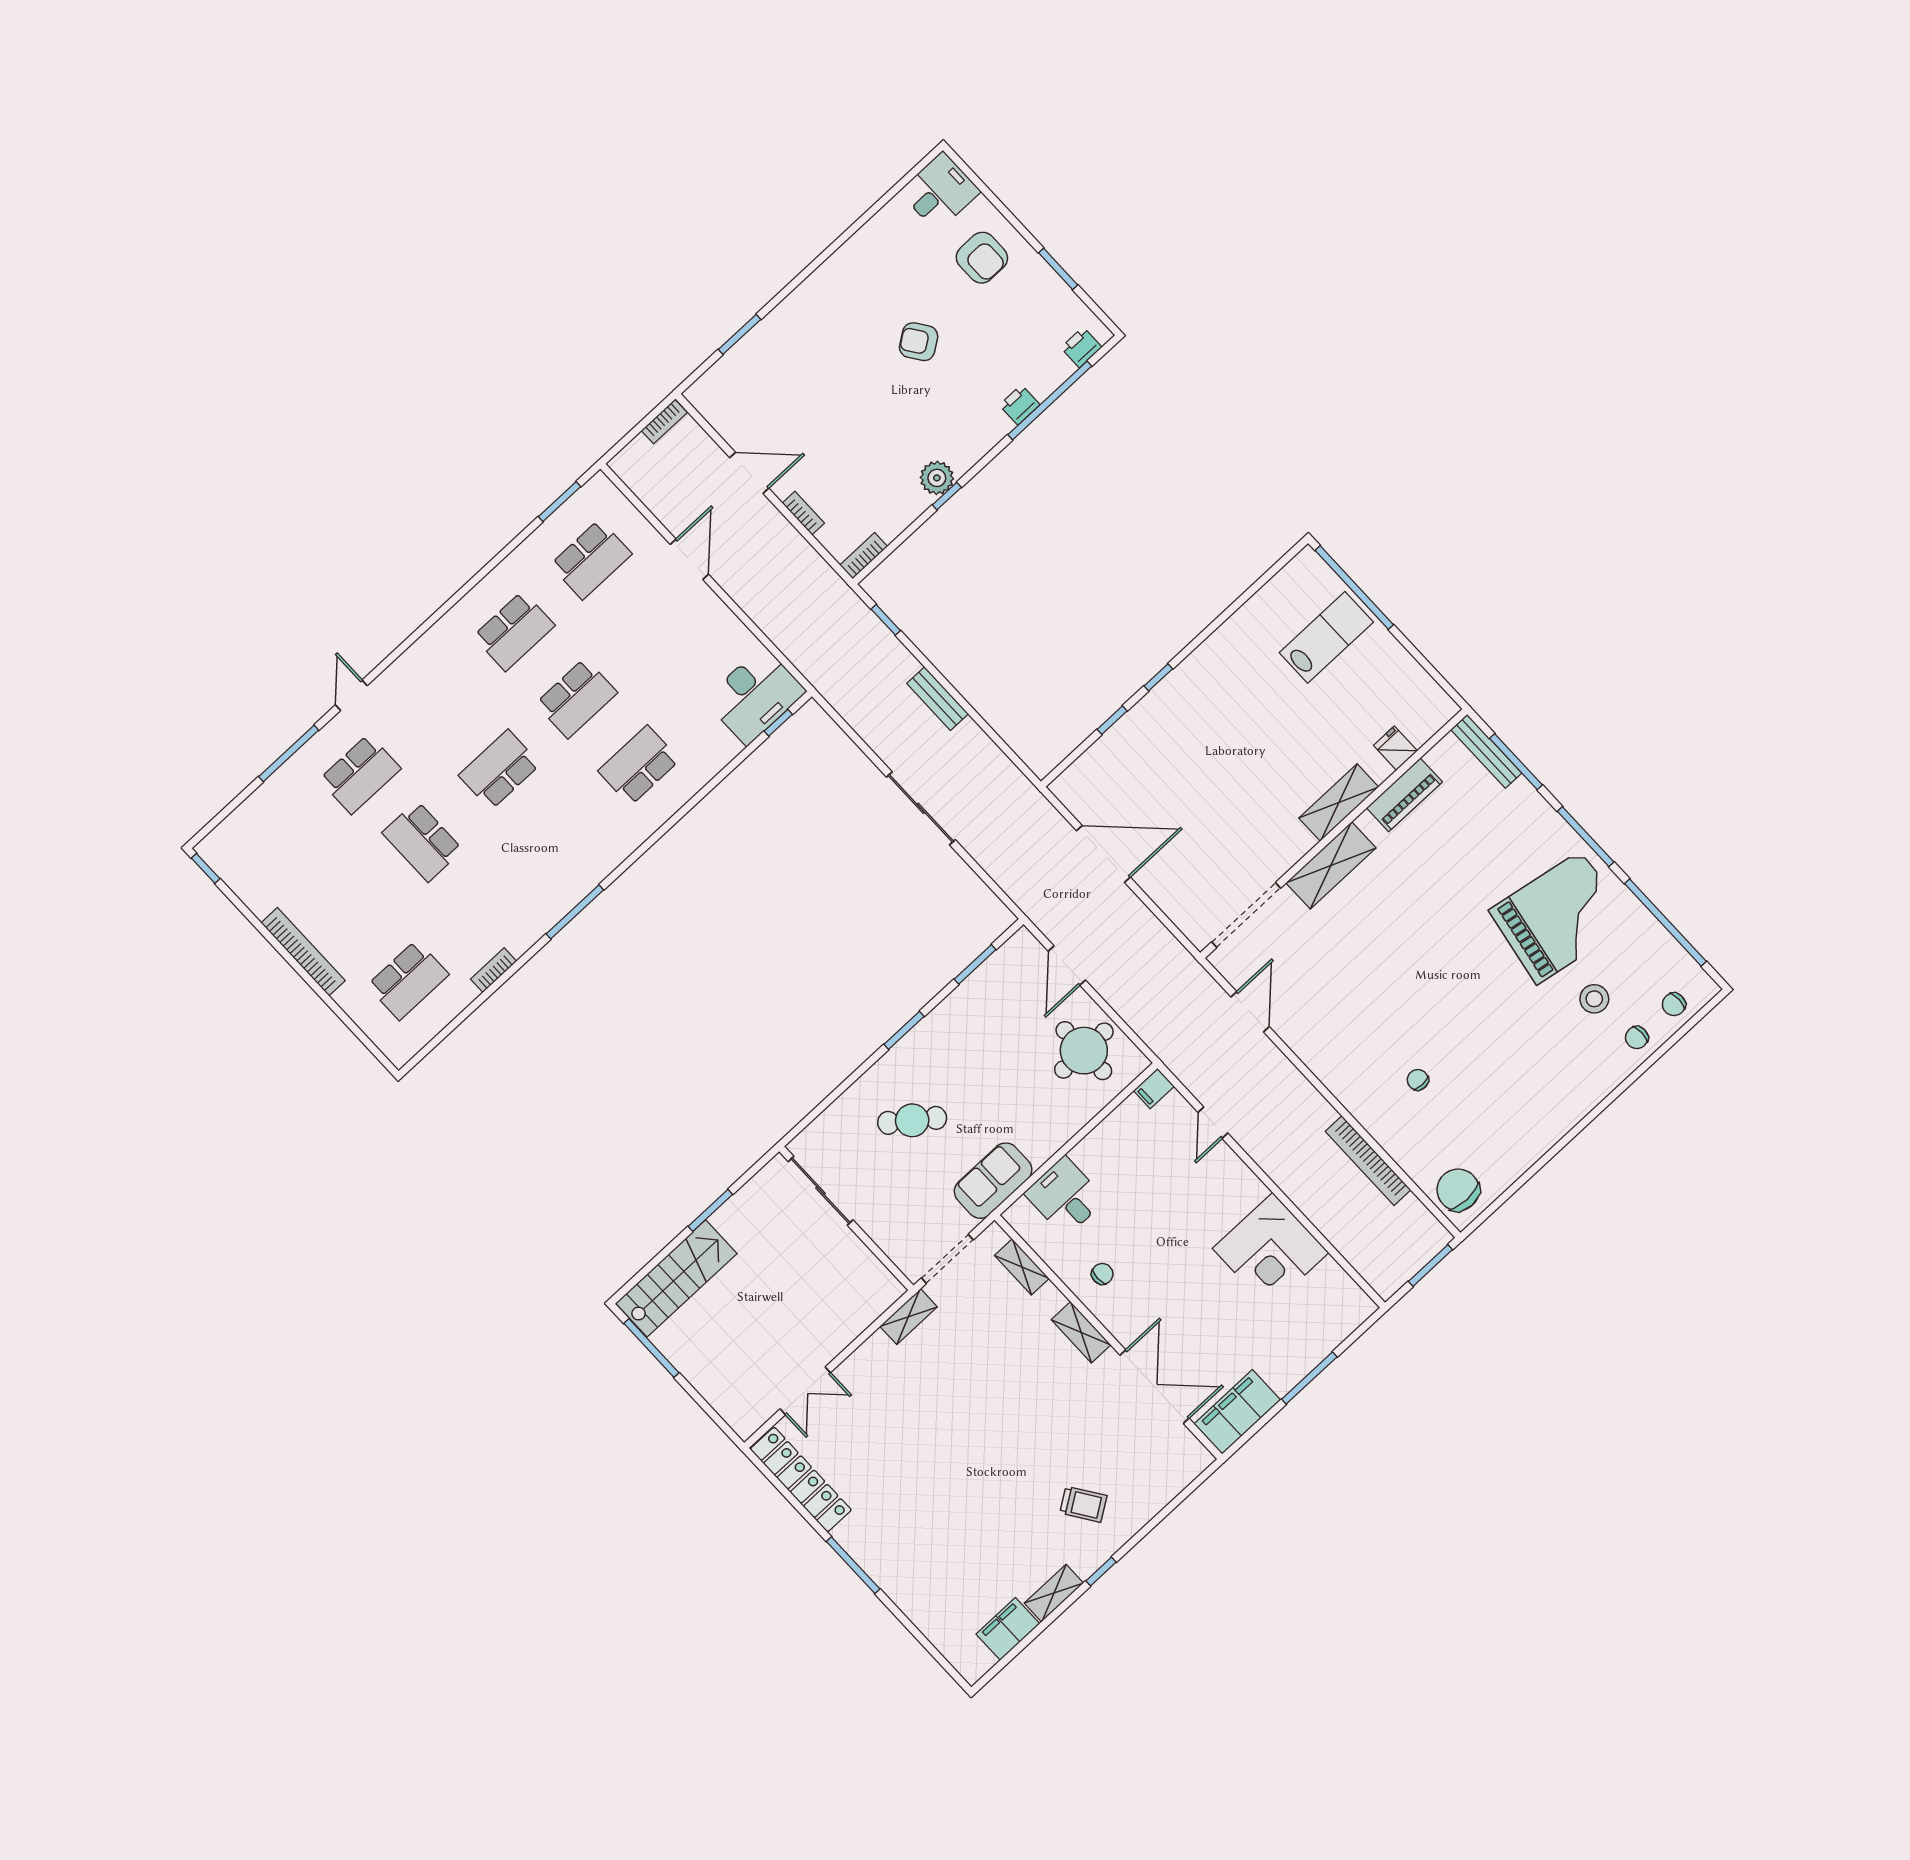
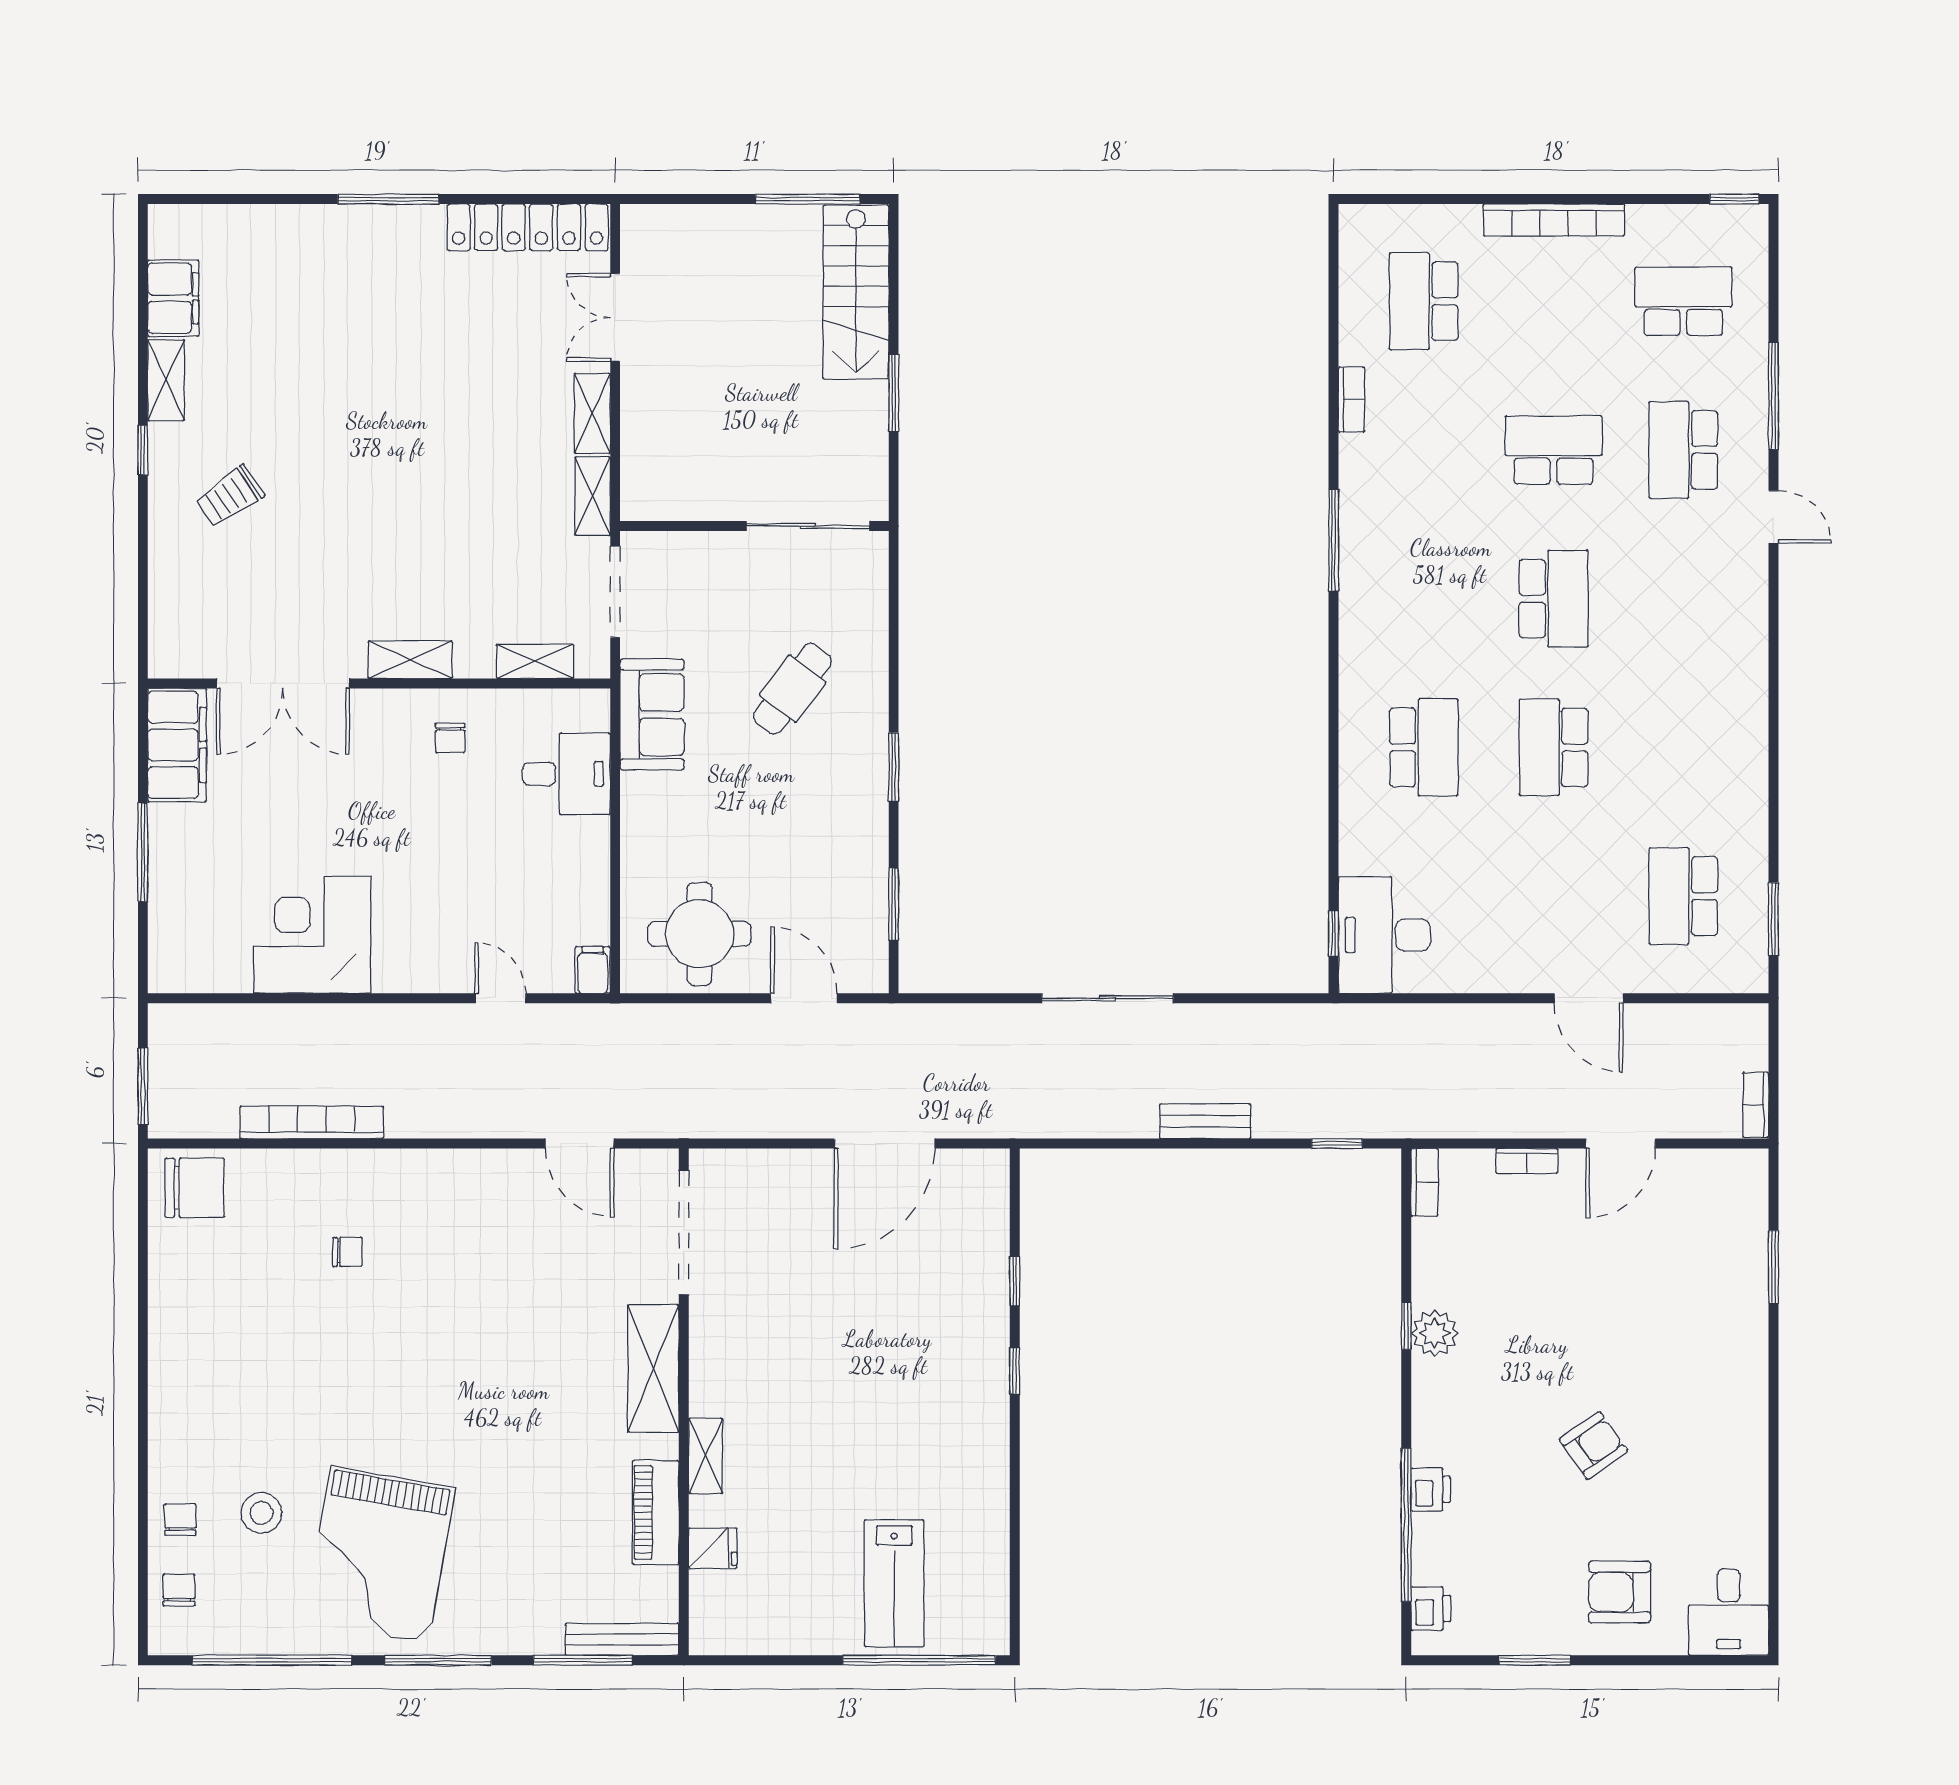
school desk: (514, 631) -> (1683, 301), moved, turned 90
shelving: (1339, 803) -> (706, 1456), width x0.67, depth x0.75
shelving: (866, 1357) -> (592, 413), added

